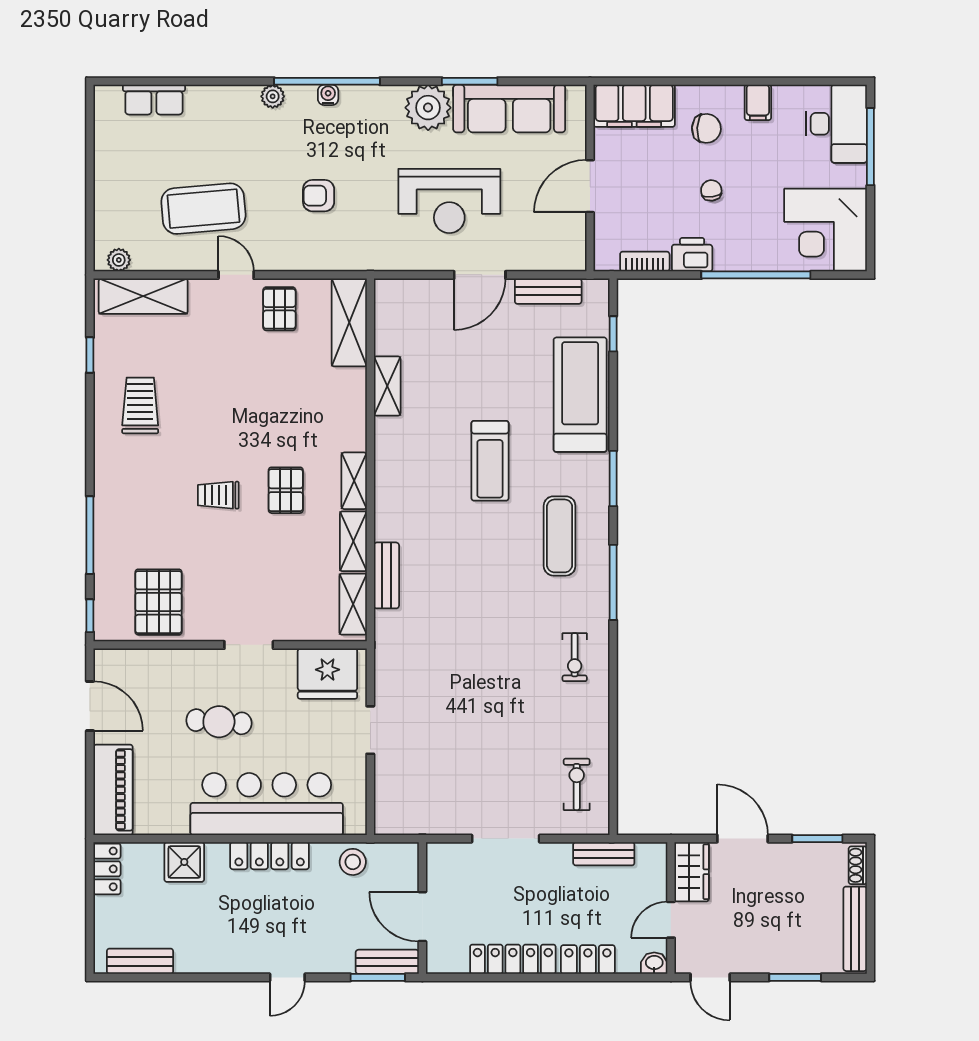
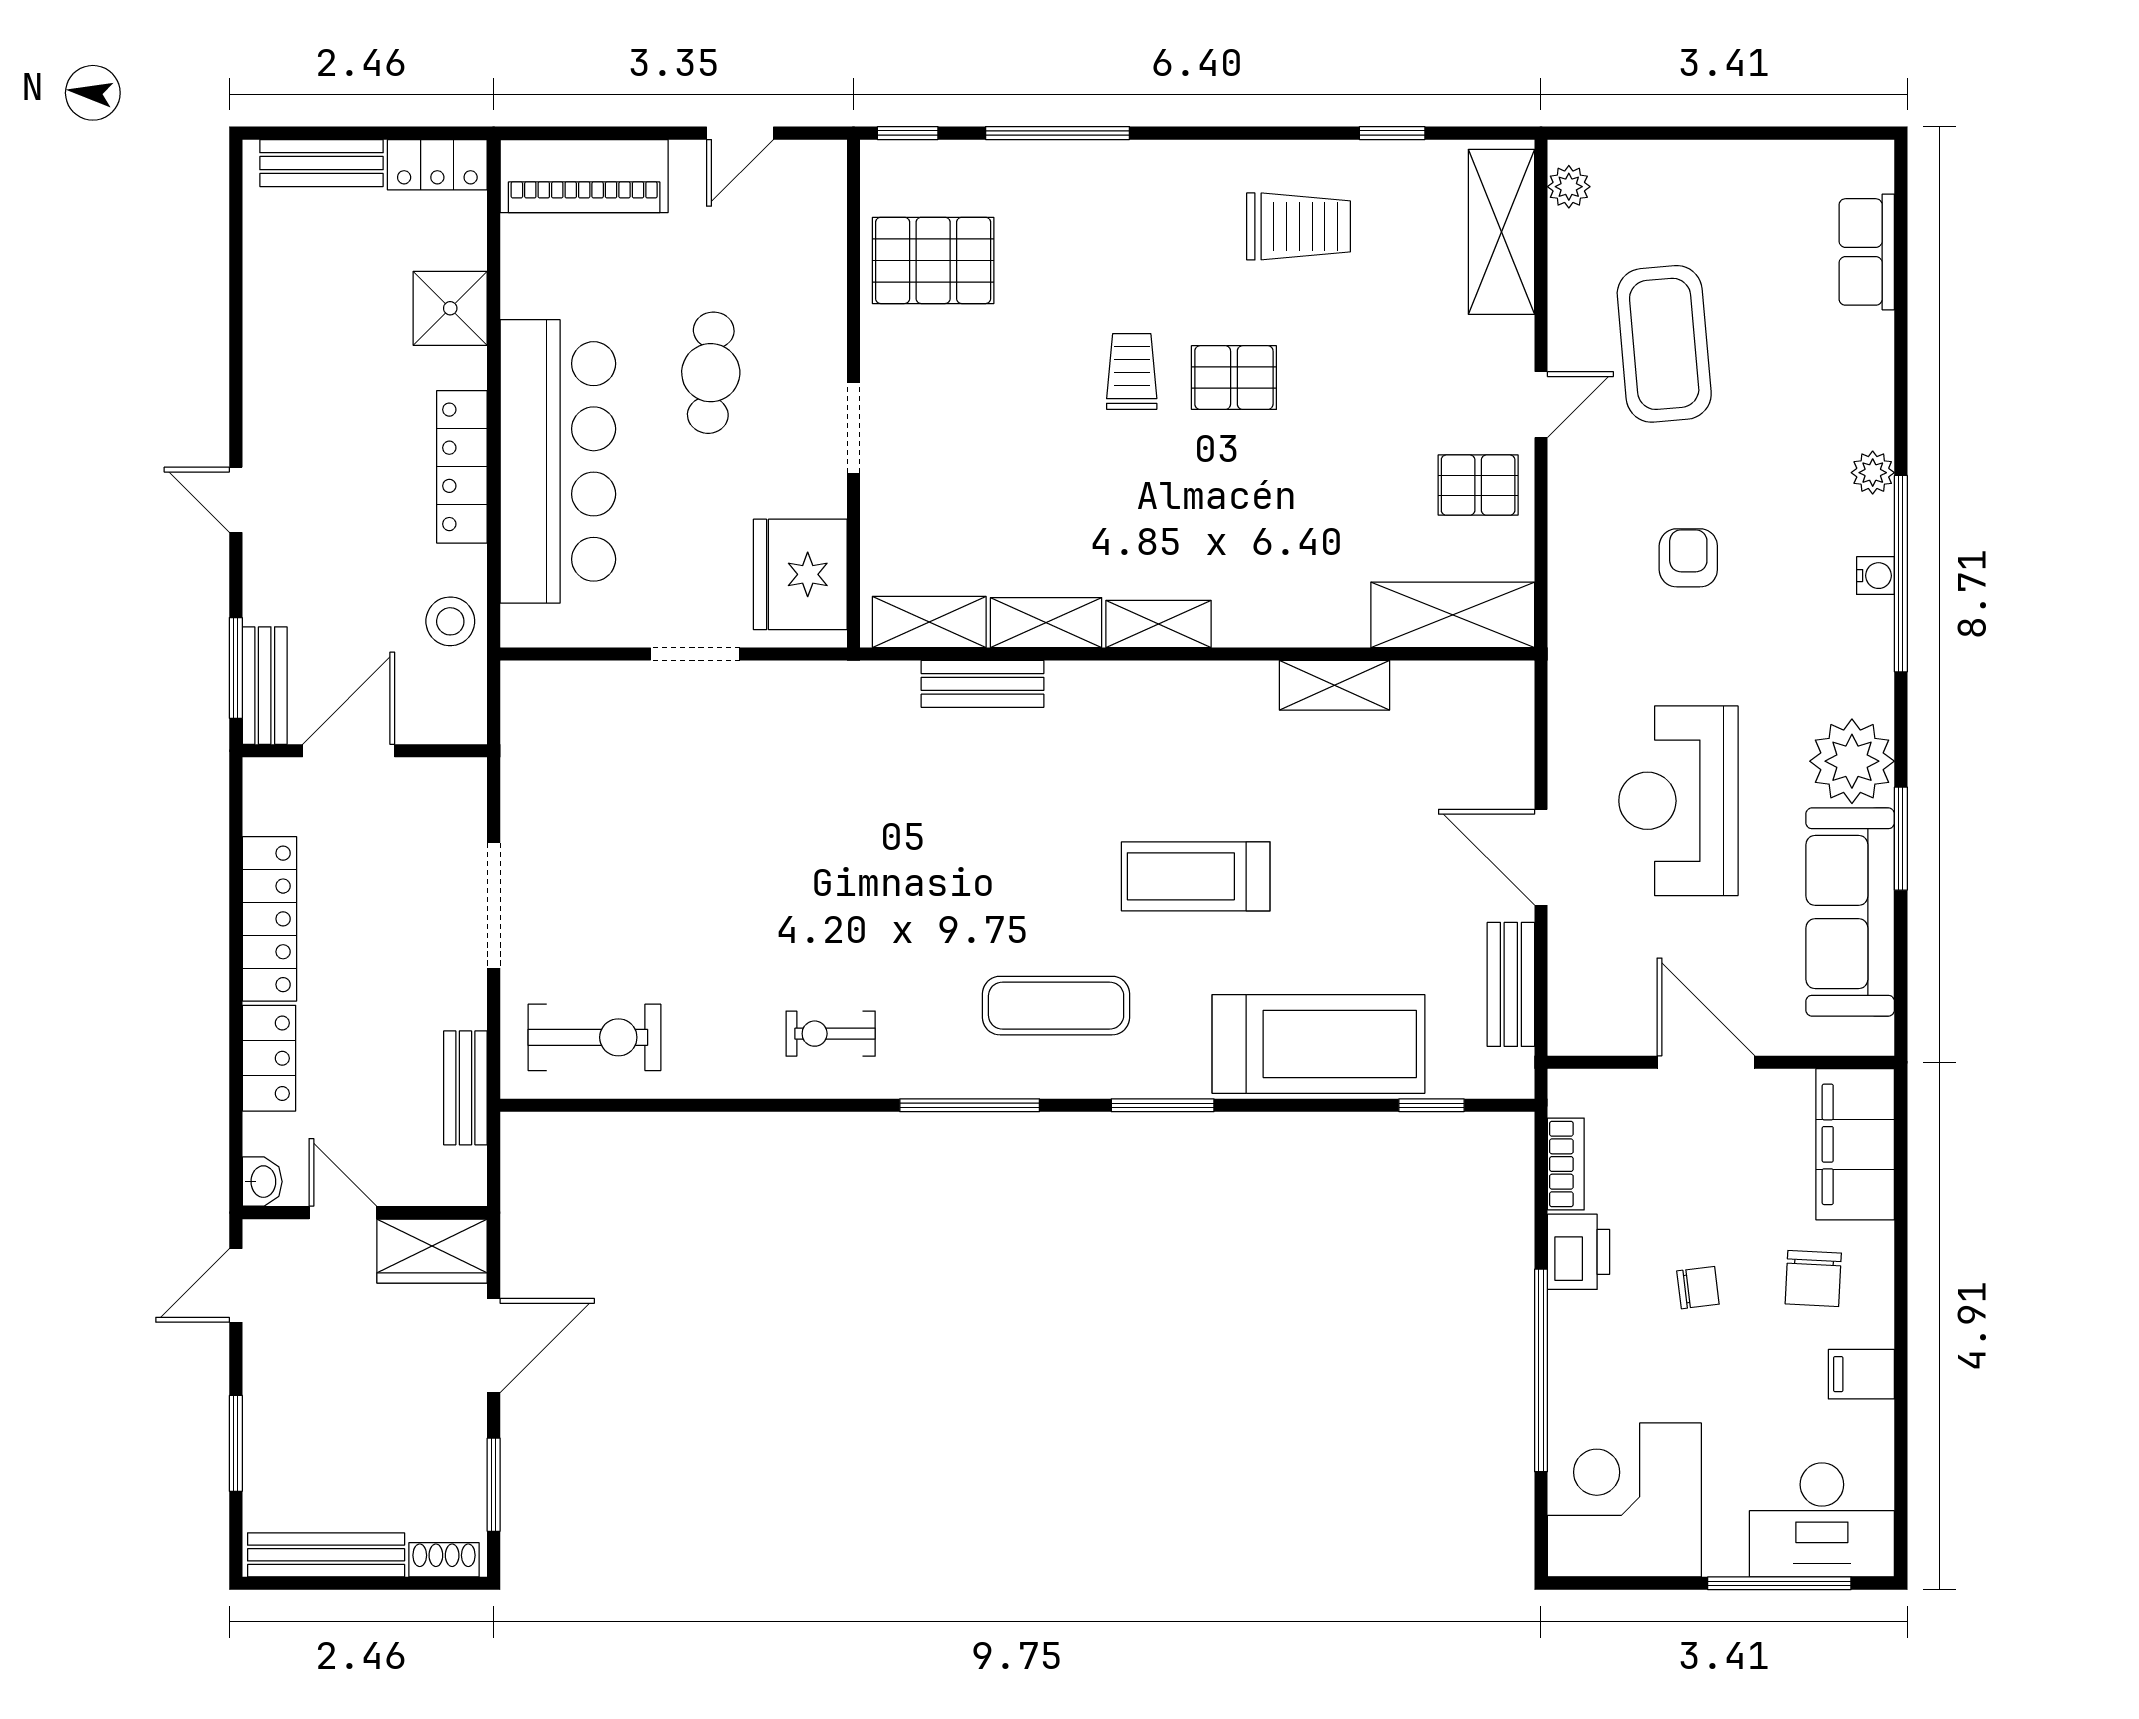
pallet: (286, 490) -> (1234, 378), moved
door: (90, 706) -> (740, 133), width x0.73
exercise bike: (577, 784) -> (594, 1037), width x1.38, depth x1.39
bench: (140, 961) -> (321, 163), moved, turned 90

